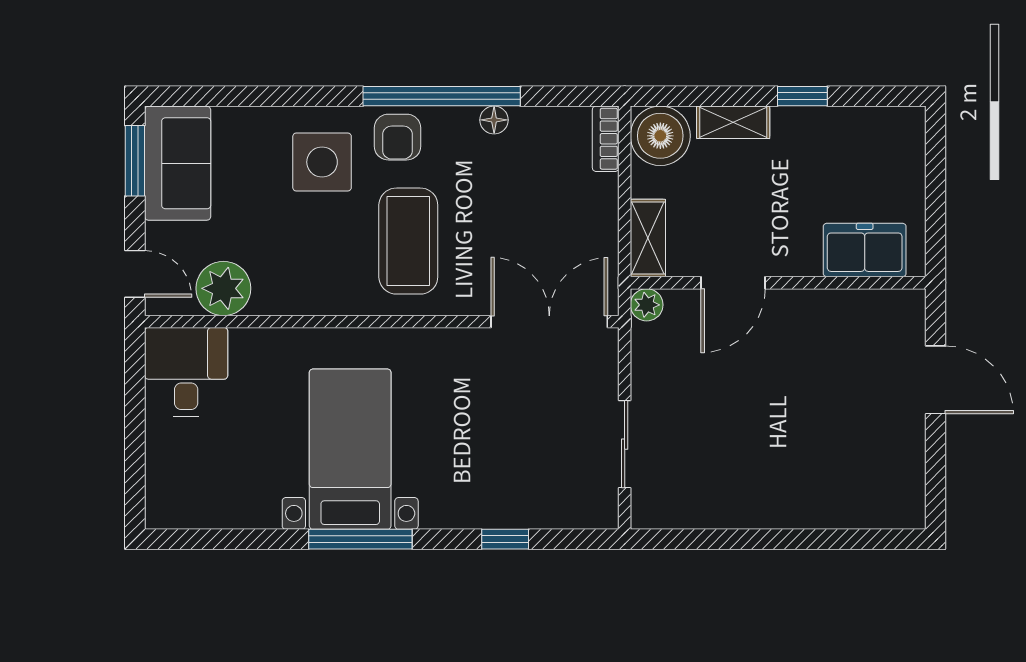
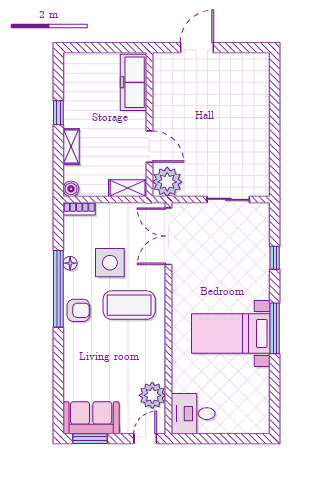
boiler: (660, 136) -> (71, 189), width x0.54, depth x0.54
side table: (322, 162) -> (110, 263), moved
freezer: (865, 250) -> (134, 82), width x1.40
plant: (647, 305) -> (167, 182), width x1.88, depth x1.88

